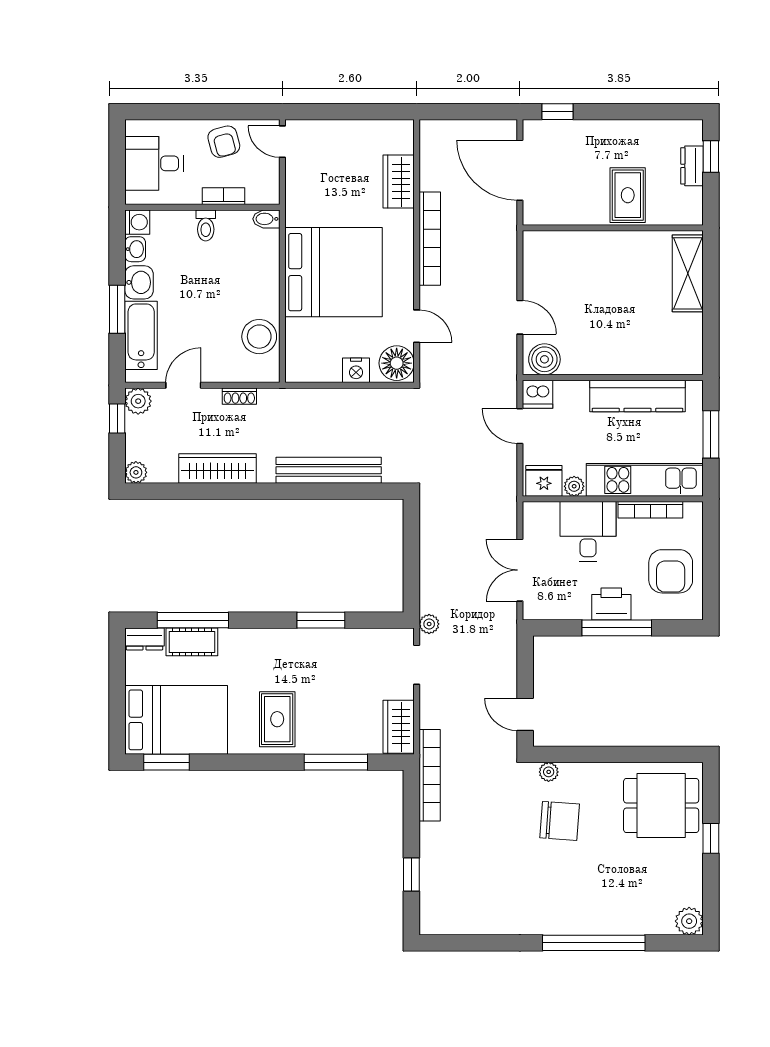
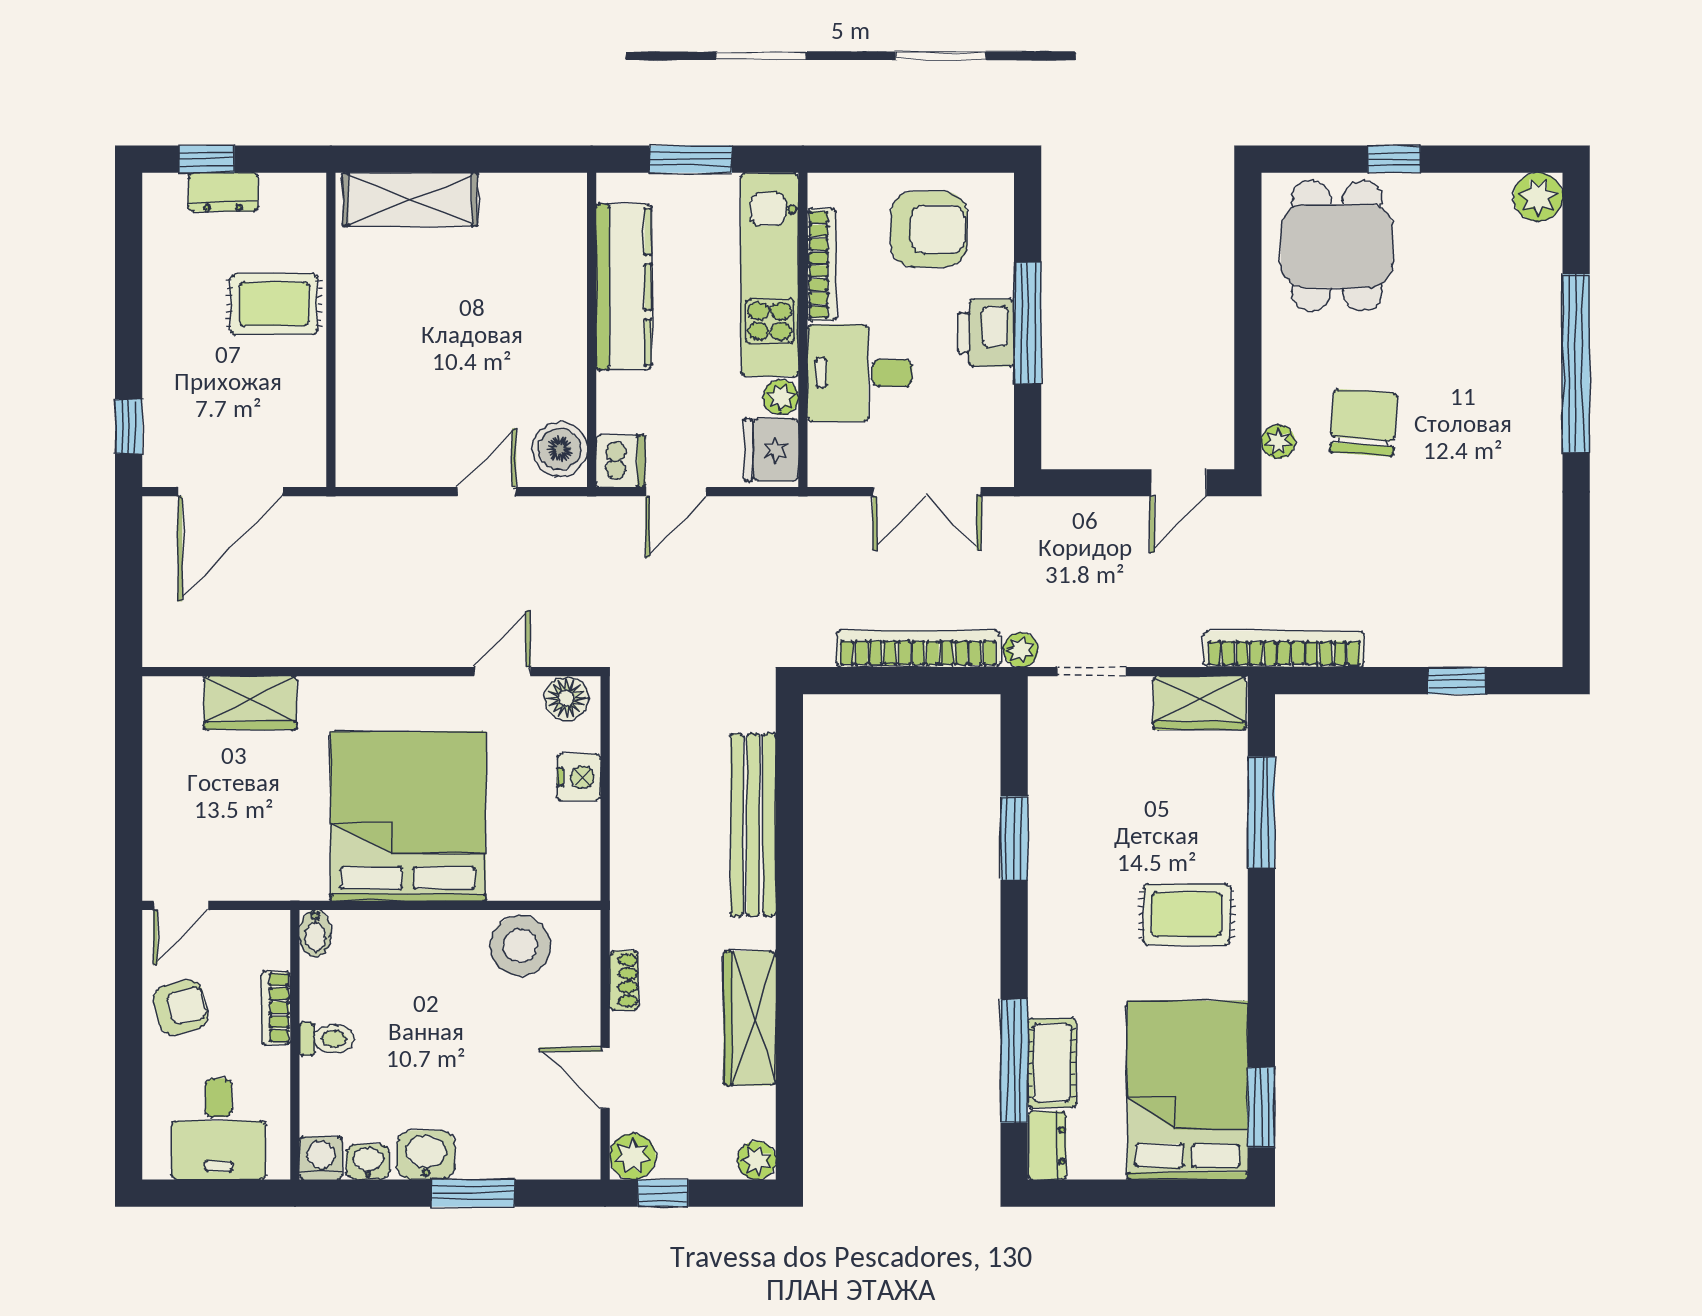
bookcase: (430, 239) -> (918, 649), moved
bathtub: (141, 335) -> (518, 1151), removed
floor lamp: (397, 363) -> (567, 698), width x0.73, depth x0.73

